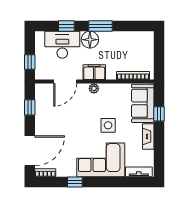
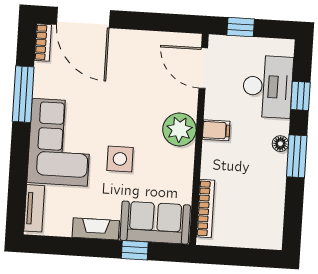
floor lamp: (90, 40) -> (280, 144), width x0.53, depth x0.53
filing cabinet: (94, 72) -> (216, 130), width x0.50
door: (65, 82) -> (203, 68), moved
plant: (94, 88) -> (179, 129), width x1.88, depth x1.88
window: (30, 107) -> (160, 22), removed
window: (75, 182) -> (23, 94), width x2.17

